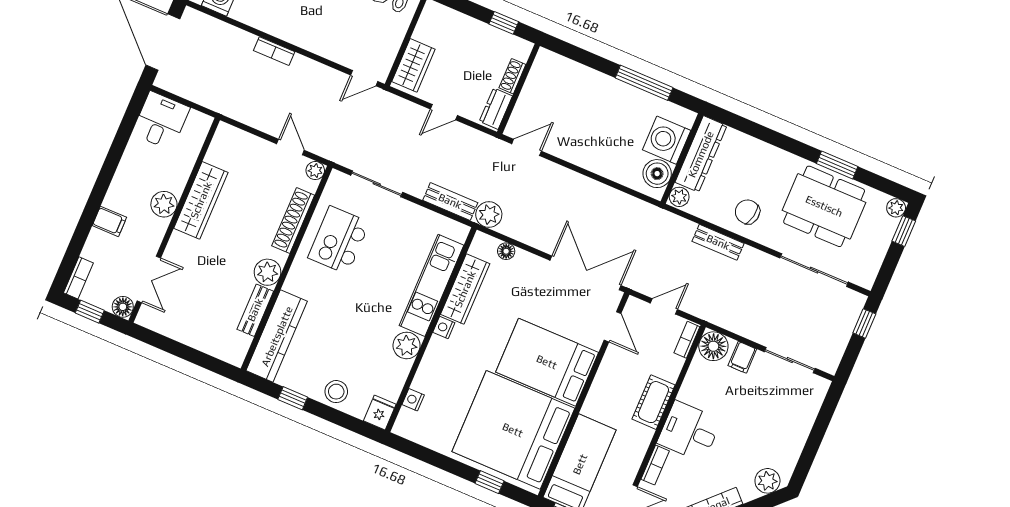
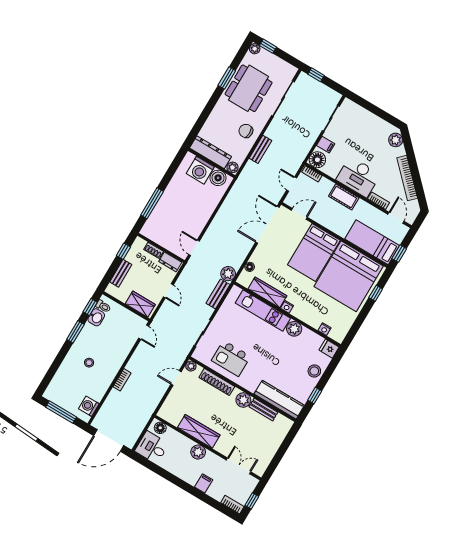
bench: (464, 23) -> (121, 273), added
window: (644, 83) -> (152, 203), moved
chair: (747, 212) -> (246, 131), turned 79
floor lamp: (123, 307) -> (160, 428), moved
desk: (689, 431) -> (358, 177), width x1.37

